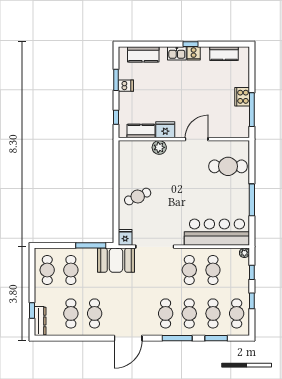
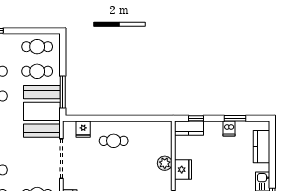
kitchen counter: (141, 131) -> (189, 128), moved, turned 90
cafe table: (138, 197) -> (114, 141), turned -66
fridge: (125, 237) -> (83, 129), moved, turned 90
booth: (116, 260) -> (42, 111), width x1.36, depth x1.42

